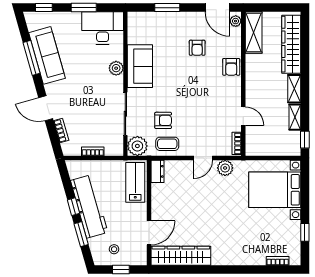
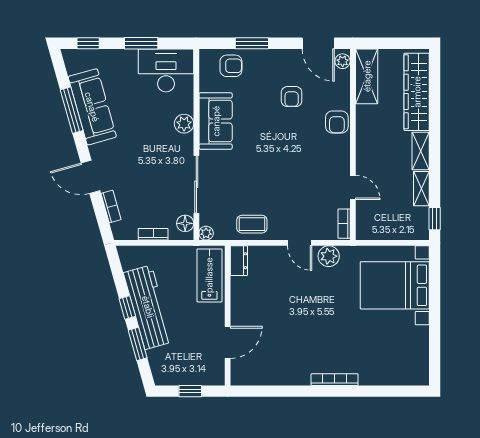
armchair: (163, 120) -> (231, 66), moved
floor lamp: (117, 143) -> (185, 223), added
plant: (137, 146) -> (206, 233), width x0.53, depth x0.53
door: (203, 158) -> (300, 243), hinge flipped
window: (305, 232) -> (435, 342), removed
stool: (114, 249) -> (181, 364), removed
wardrobe: (181, 256) -> (270, 373), removed
bookcase: (278, 261) -> (335, 380), moved, width x1.56

